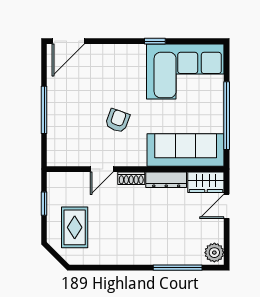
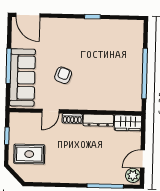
door: (68, 41) -> (28, 15), hinge flipped
corner sofa: (185, 71) -> (114, 40), removed
sofa: (186, 150) -> (22, 78), moved, turned 90
door: (227, 206) -> (143, 159), moved
rug: (75, 227) -> (29, 154), turned 90

